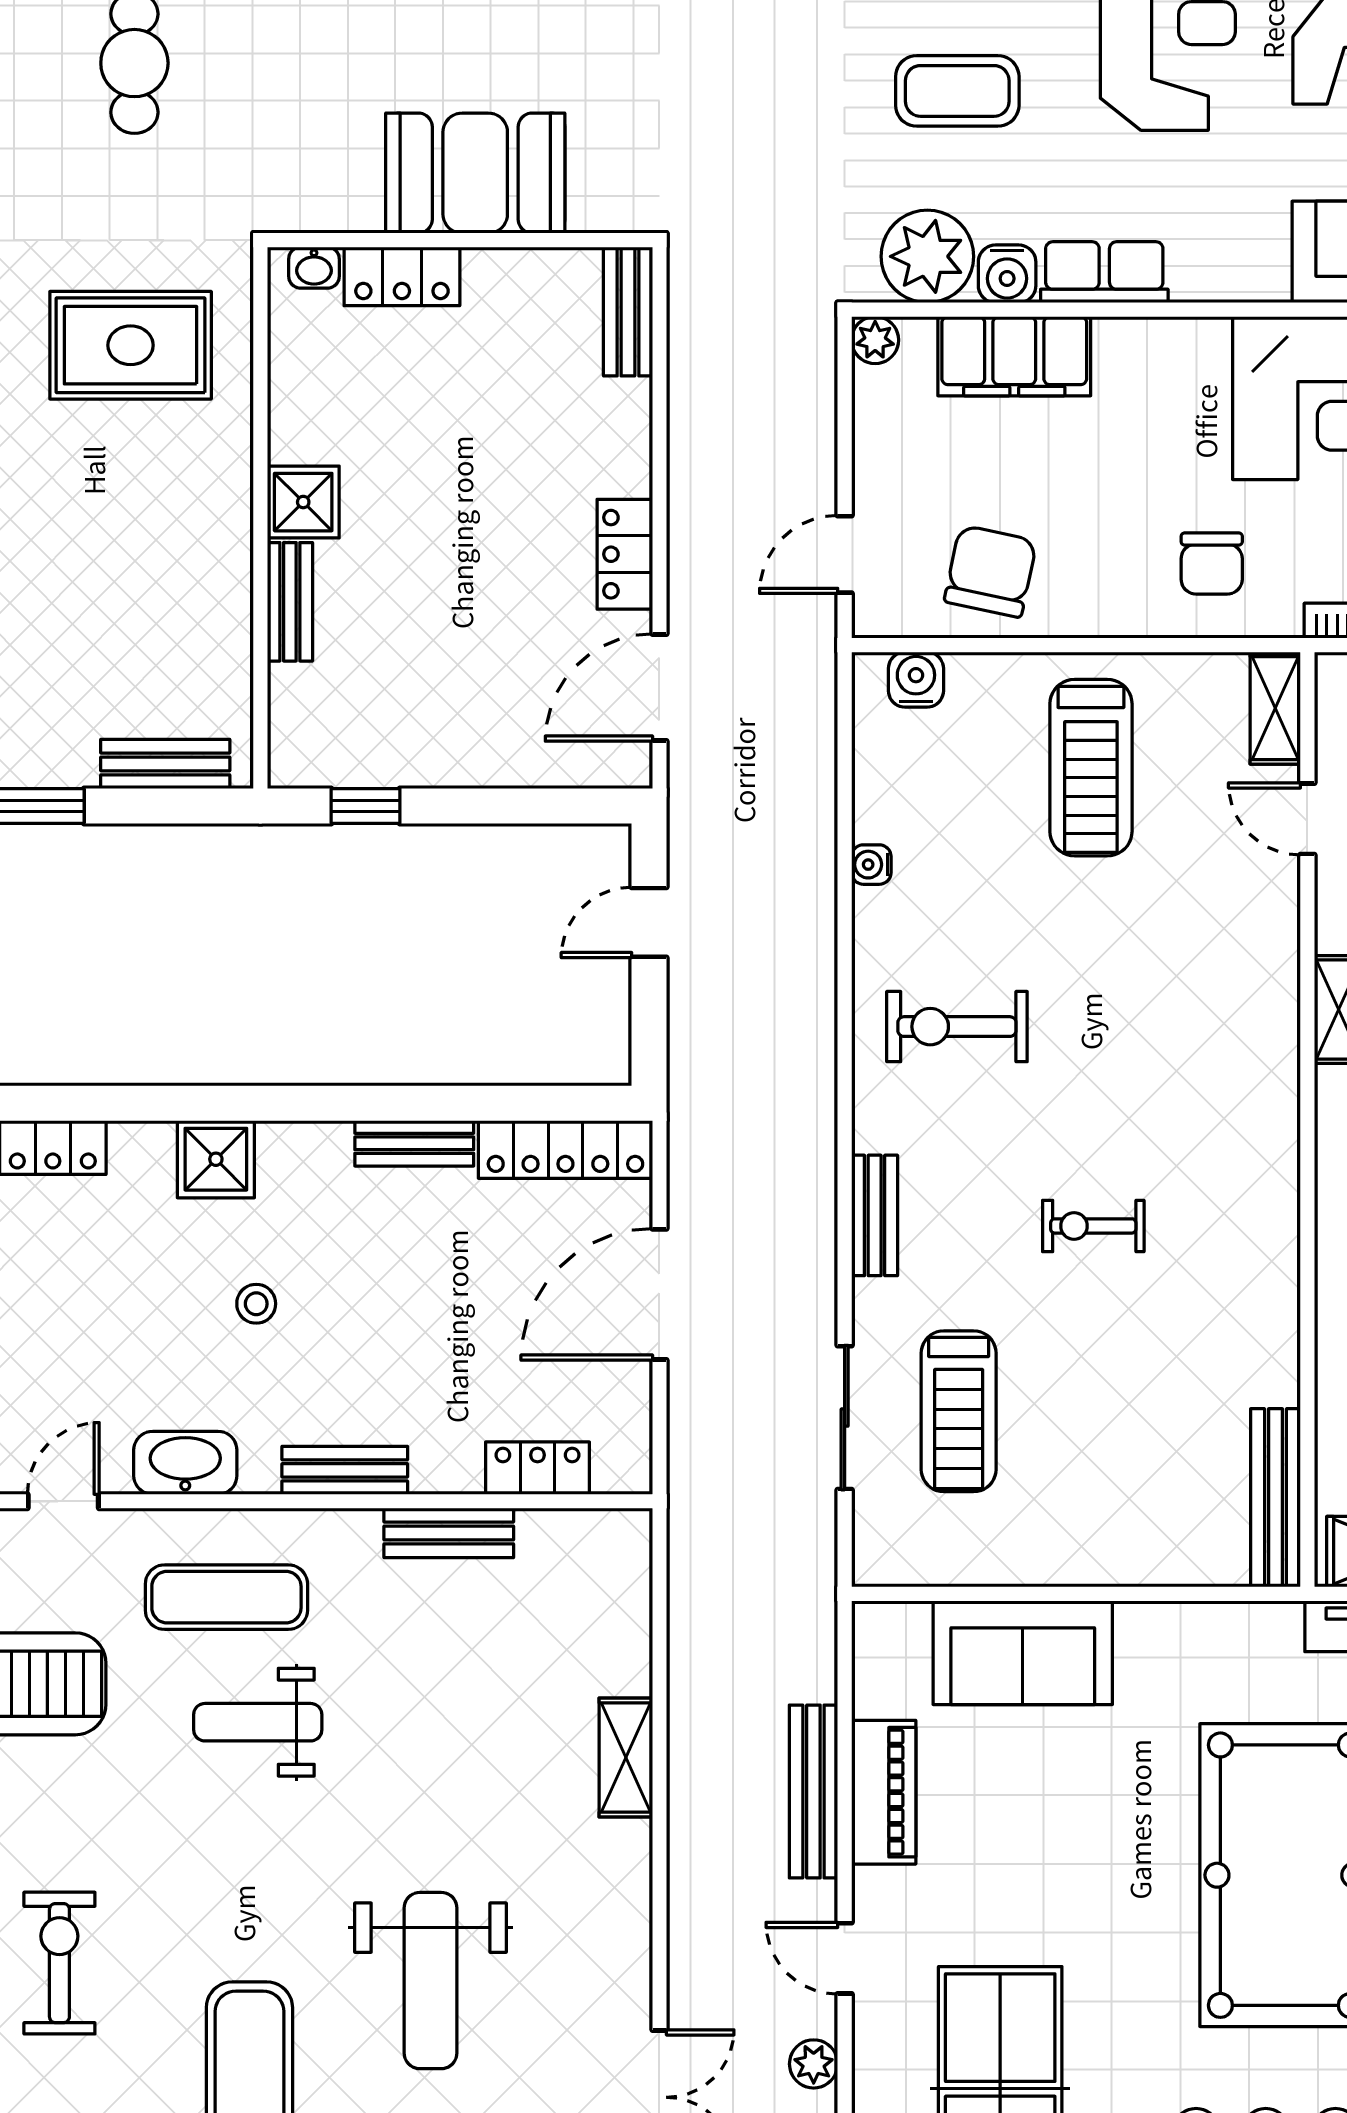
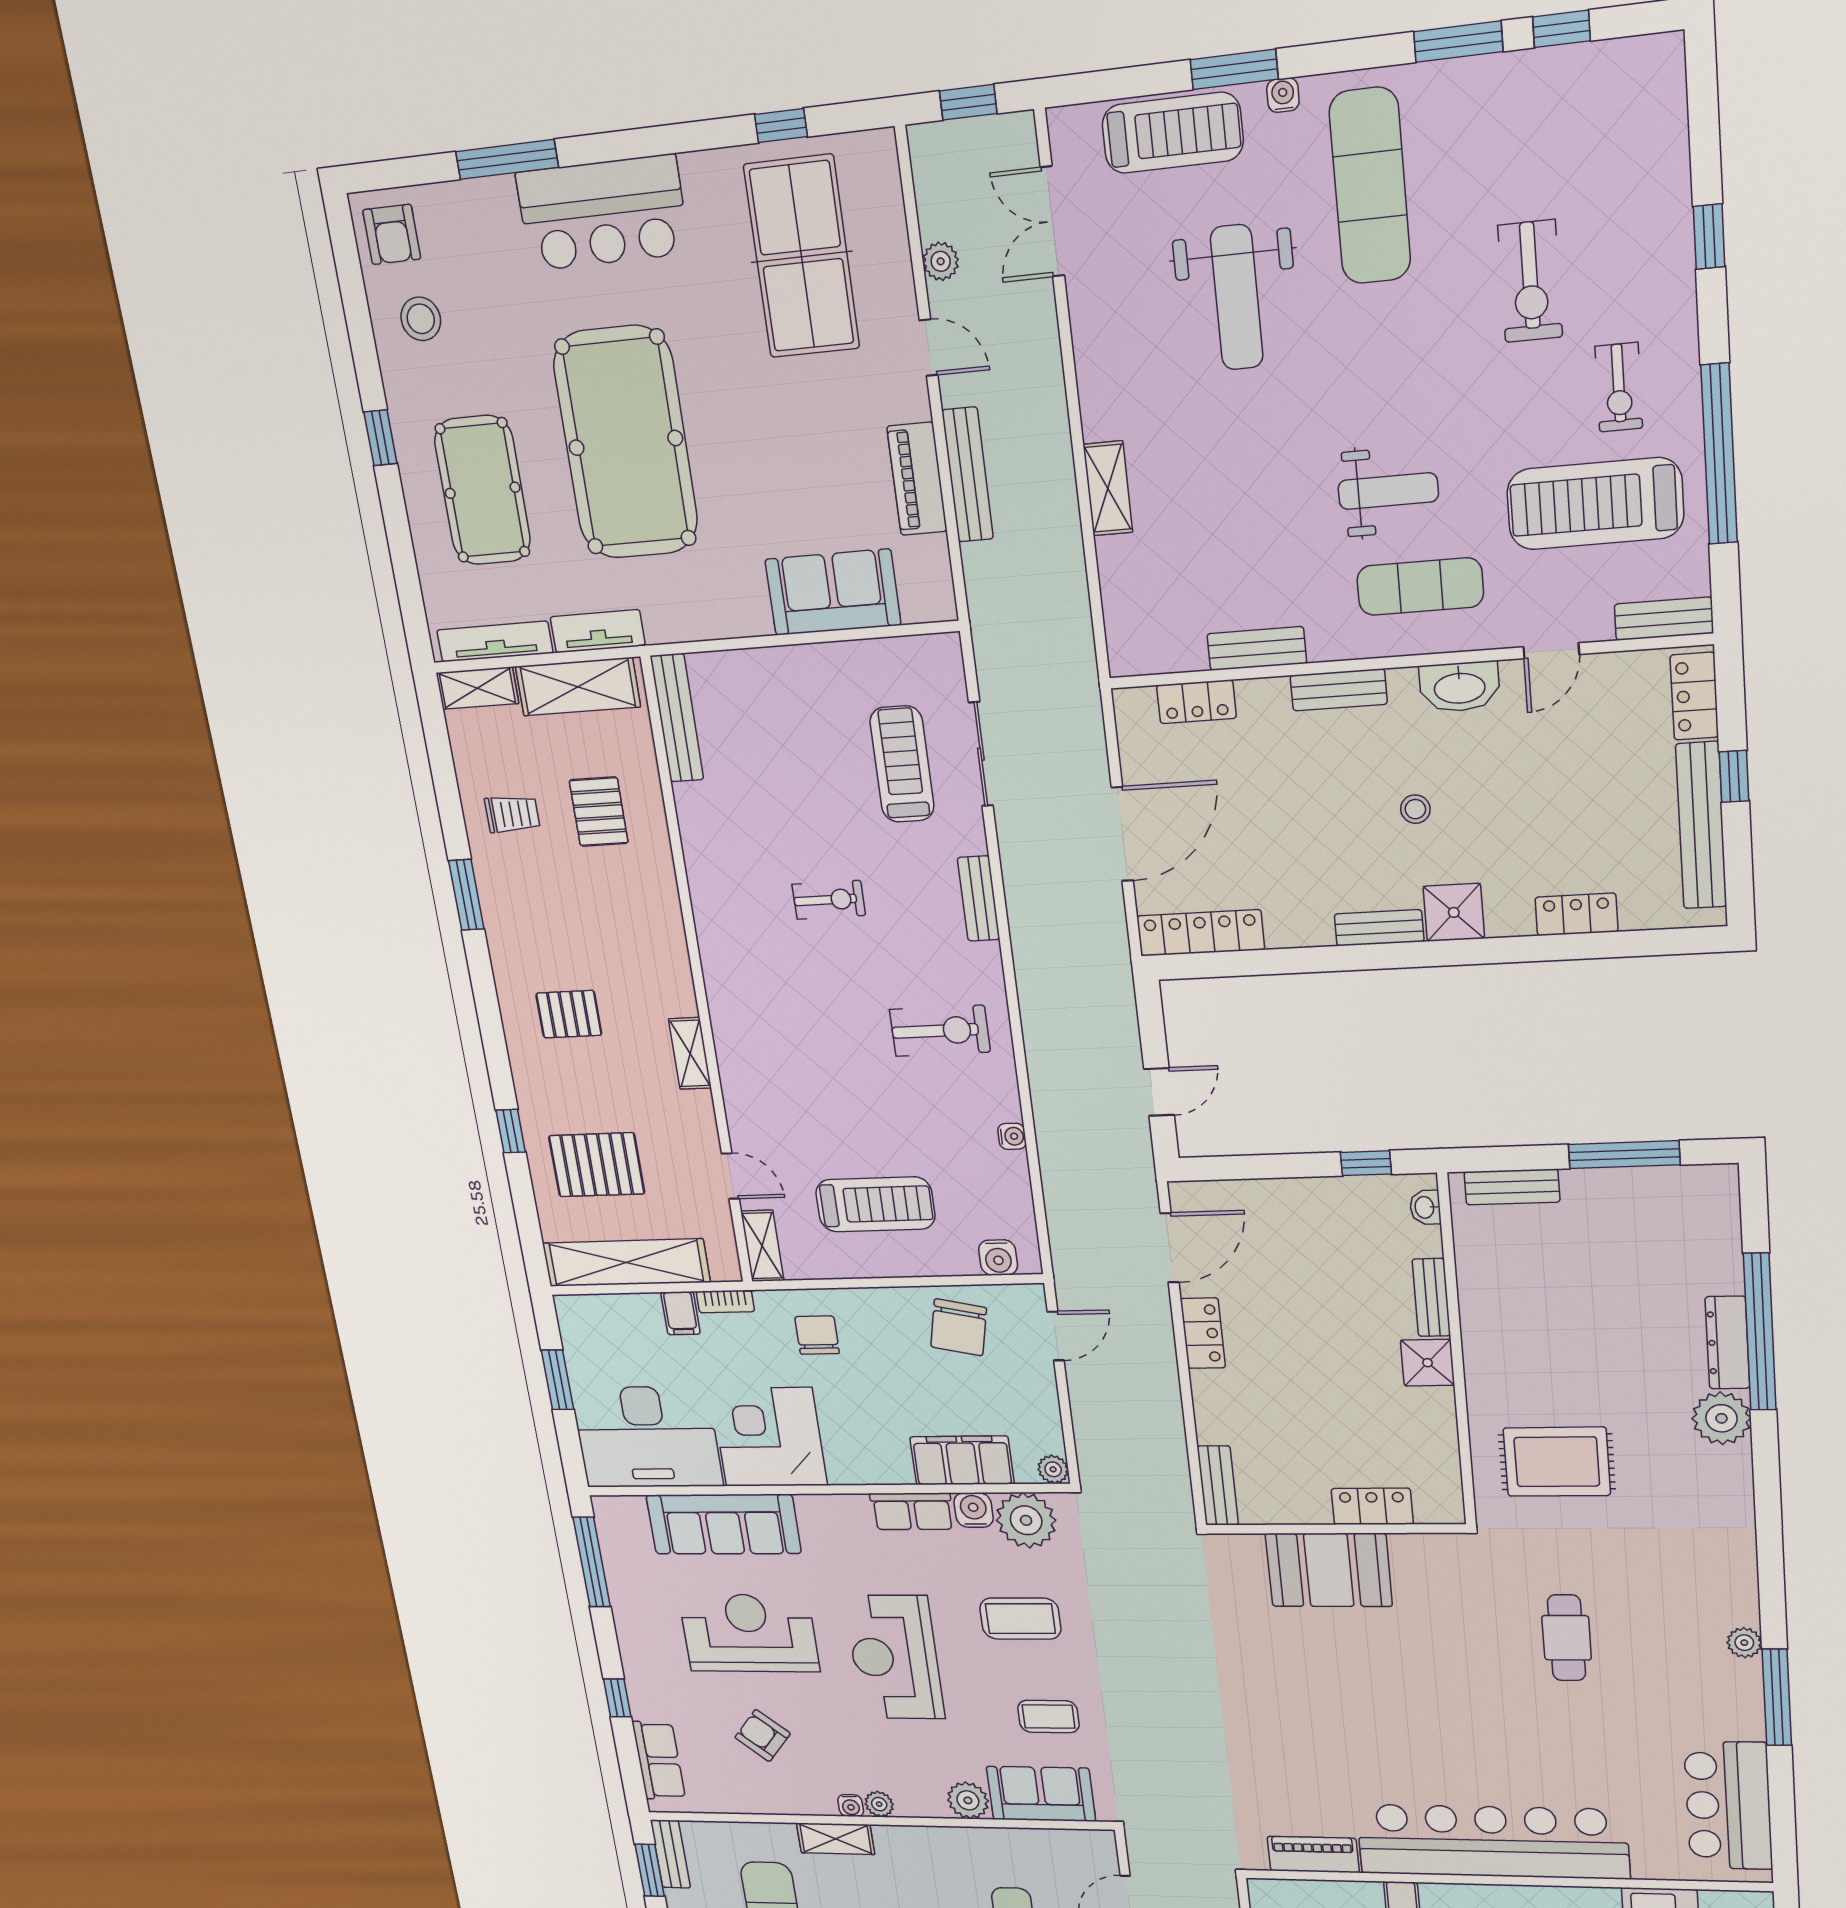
washbasin: (314, 268) -> (1425, 1207), moved, turned -90
treadmill: (1091, 768) -> (875, 1204), turned 90
bench: (414, 1143) -> (1379, 928), moved
weight bench: (431, 1981) -> (1237, 297), turned 180

